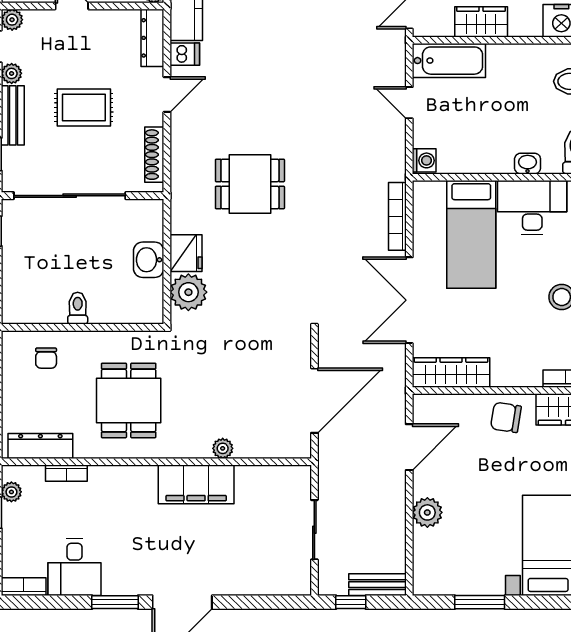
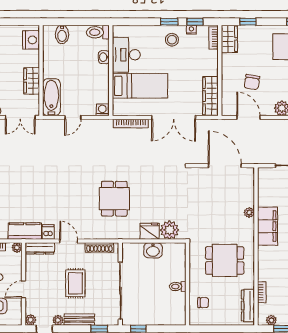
chair: (506, 417) -> (252, 82), moved

